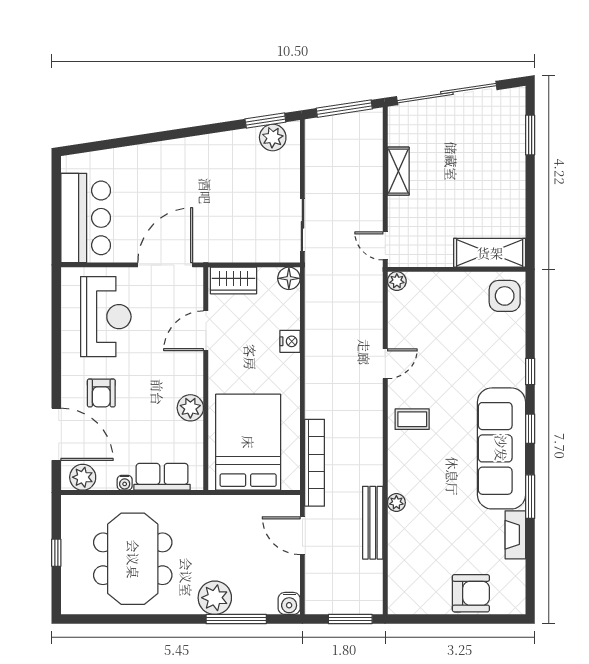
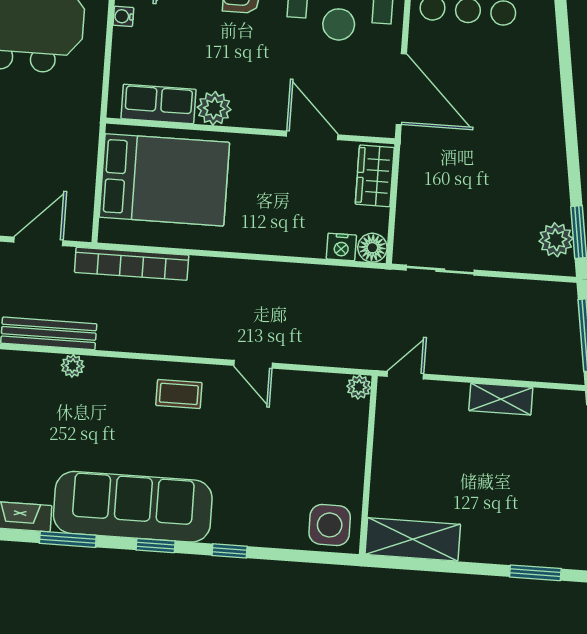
shelving: (490, 253) -> (413, 539), moved, turned 90
nightstand: (290, 341) -> (341, 247), moved
coffee table: (412, 419) -> (179, 394), turned 90
row of seats: (162, 477) -> (159, 104), moved, turned -90

